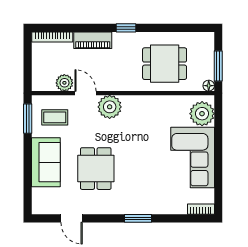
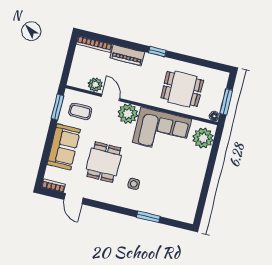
corner sofa: (193, 158) -> (162, 131), moved, turned -90
side table: (136, 185) -> (134, 184), added
bookcase: (201, 209) -> (53, 186), moved
window: (138, 218) -> (148, 217), moved

